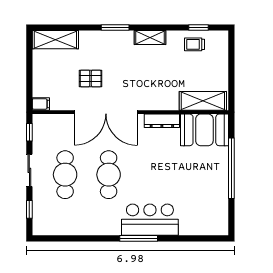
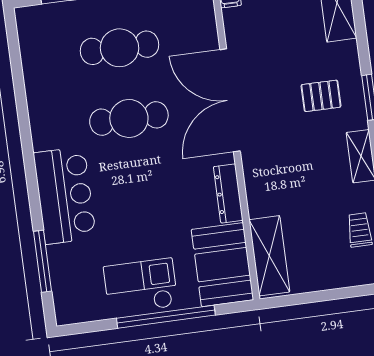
pallet: (91, 78) -> (321, 96), moved, turned 90
checkout: (211, 181) -> (141, 286), added
window: (139, 238) -> (42, 261), moved

